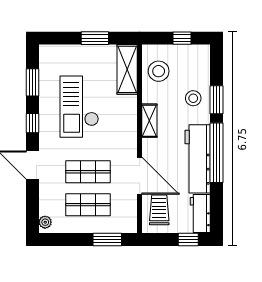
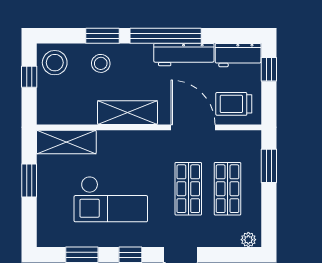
stool: (159, 71) -> (55, 63), moved
shelving: (149, 121) -> (127, 113), width x1.50, depth x1.33
workbench: (198, 159) -> (184, 55), width x0.73, depth x0.76
door: (140, 176) -> (193, 127), hinge flipped

